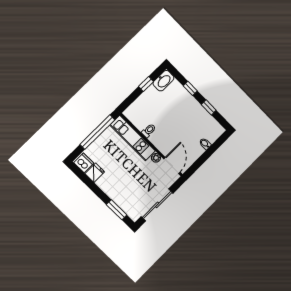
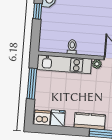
window: (97, 132) -> (32, 84), width x0.68
kitchen counter: (116, 194) -> (90, 121), added

